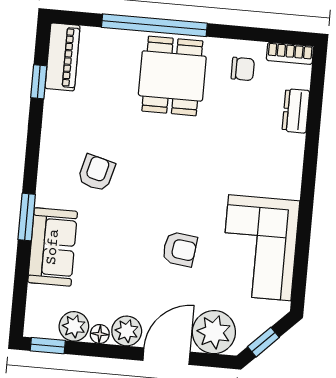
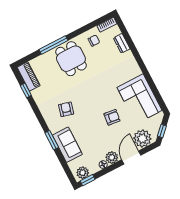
window: (154, 25) -> (53, 45), width x0.68
plant: (74, 326) -> (83, 173), moved

